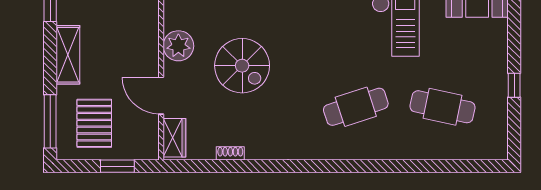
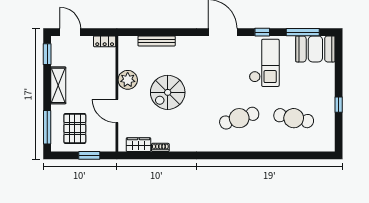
spiral stairs: (242, 66) -> (168, 92), turned 90
wardrobe: (174, 138) -> (138, 145), moved, turned -90

